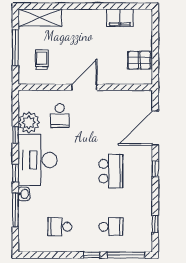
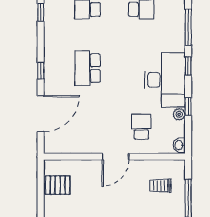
trolley: (42, 60) -> (160, 186), turned 90
plant: (29, 122) -> (179, 114), width x0.53, depth x0.53
washbasin: (24, 194) -> (179, 145), moved

